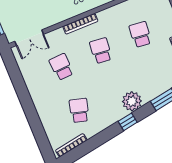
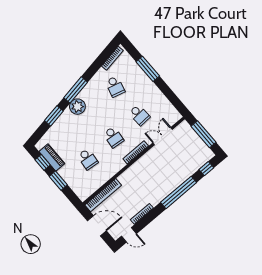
double door: (29, 38) -> (163, 136), moved
window: (33, 119) -> (148, 69), added
window: (128, 122) -> (76, 90), width x2.17

